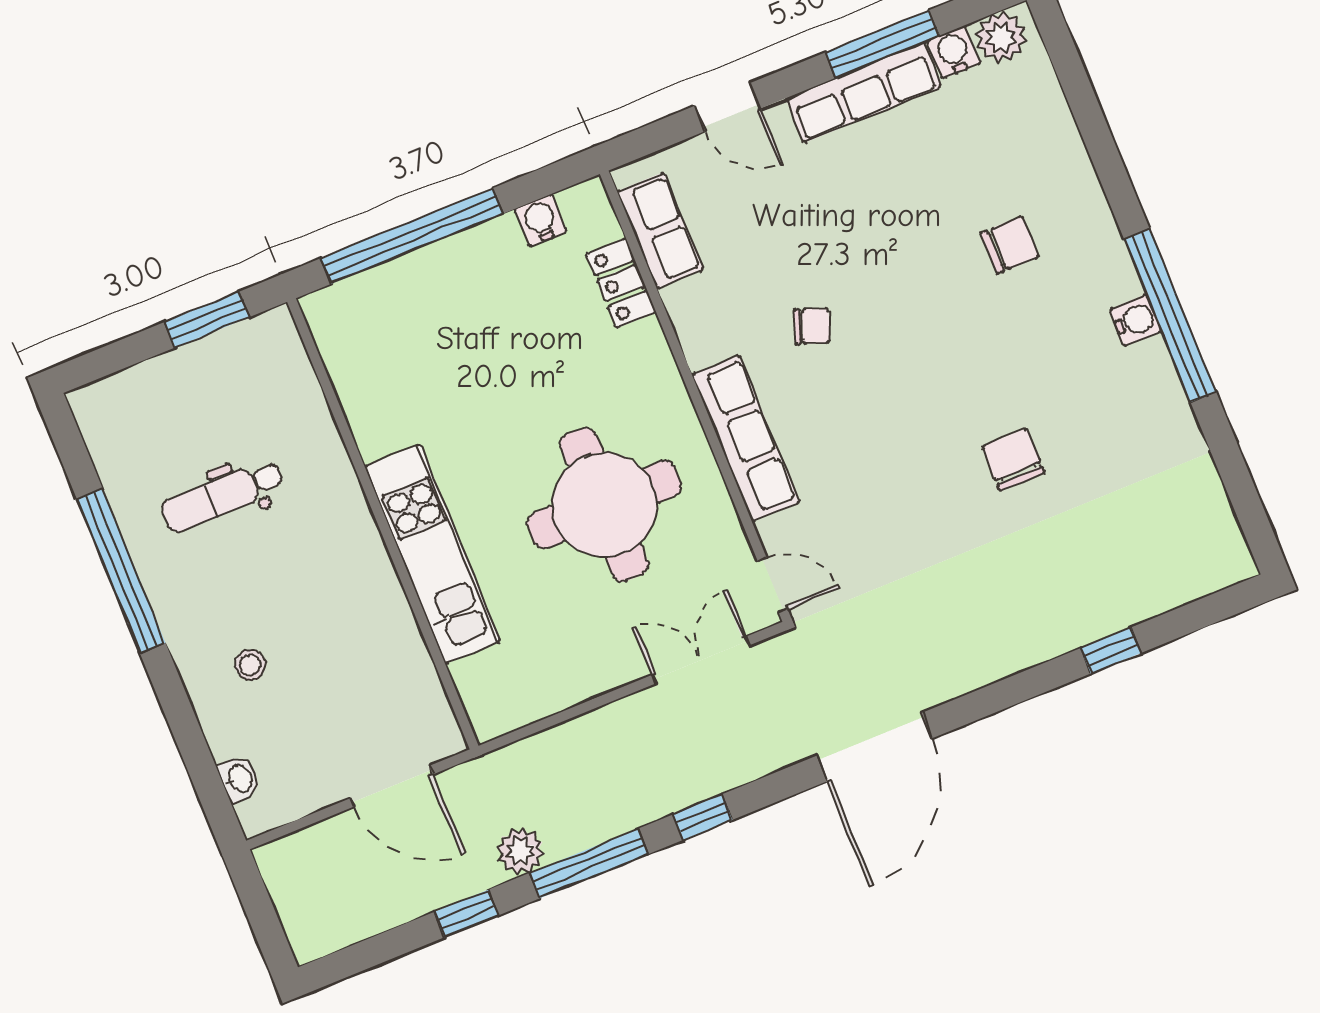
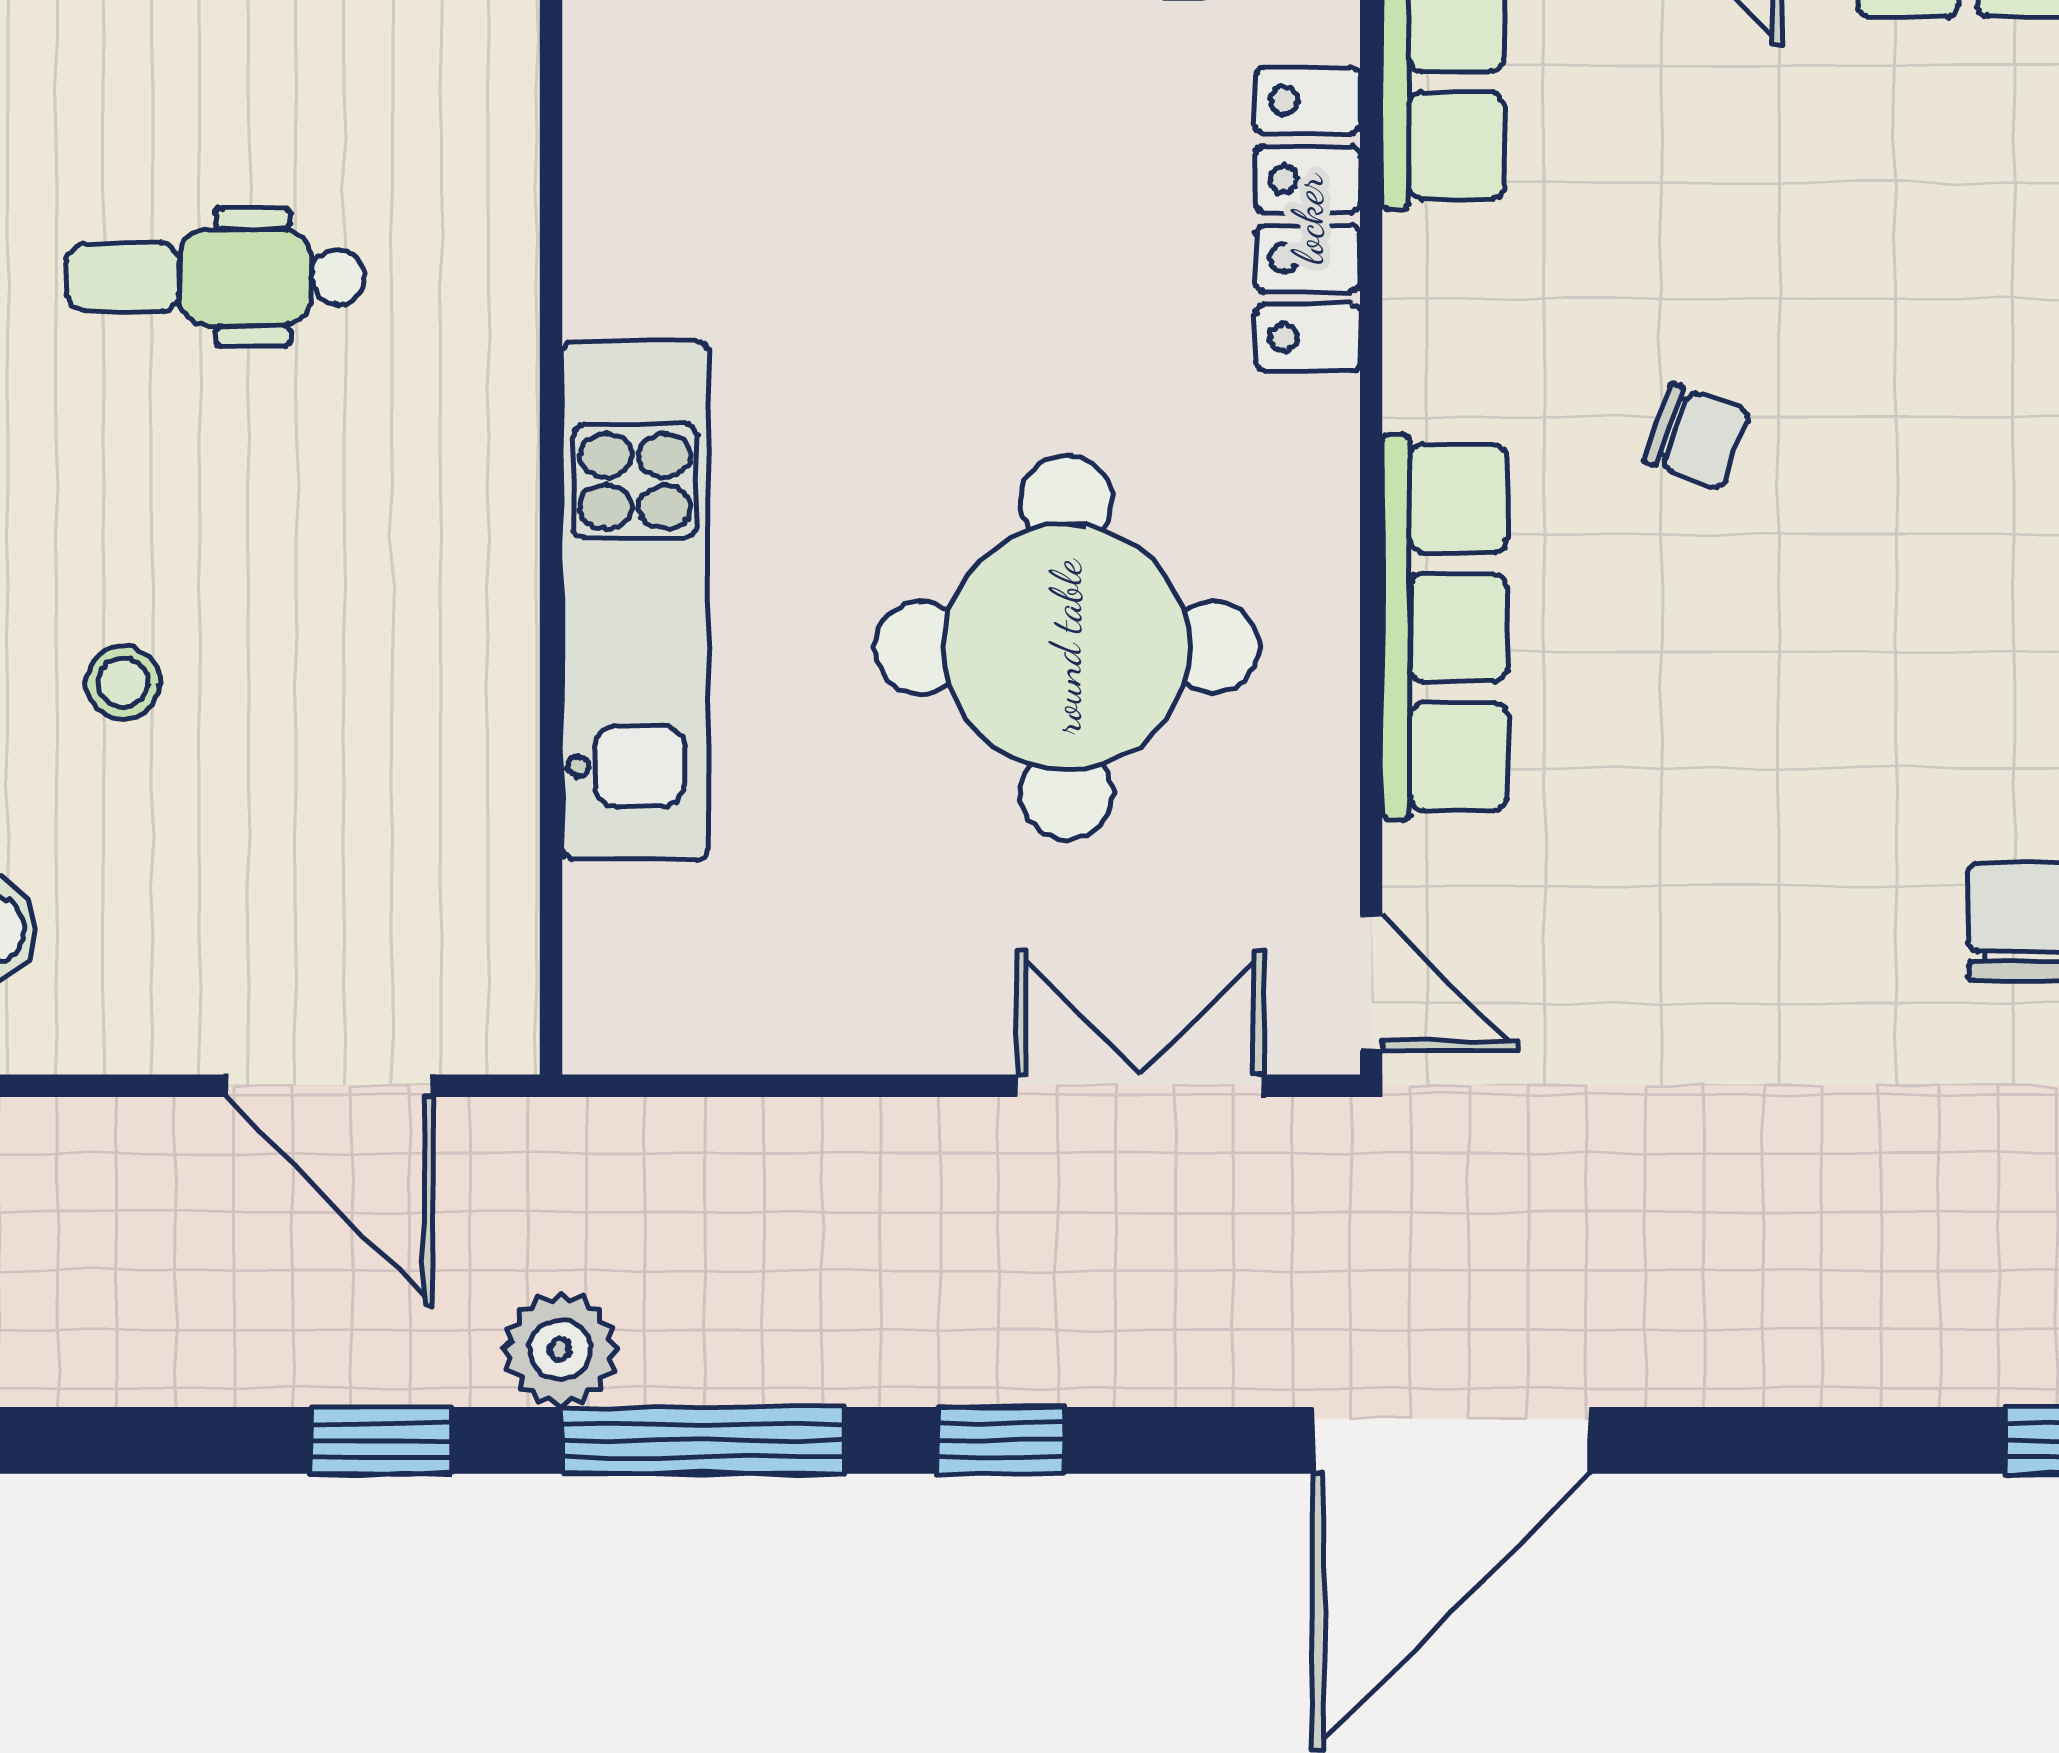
locker: (621, 283) -> (1308, 219), width x1.53

